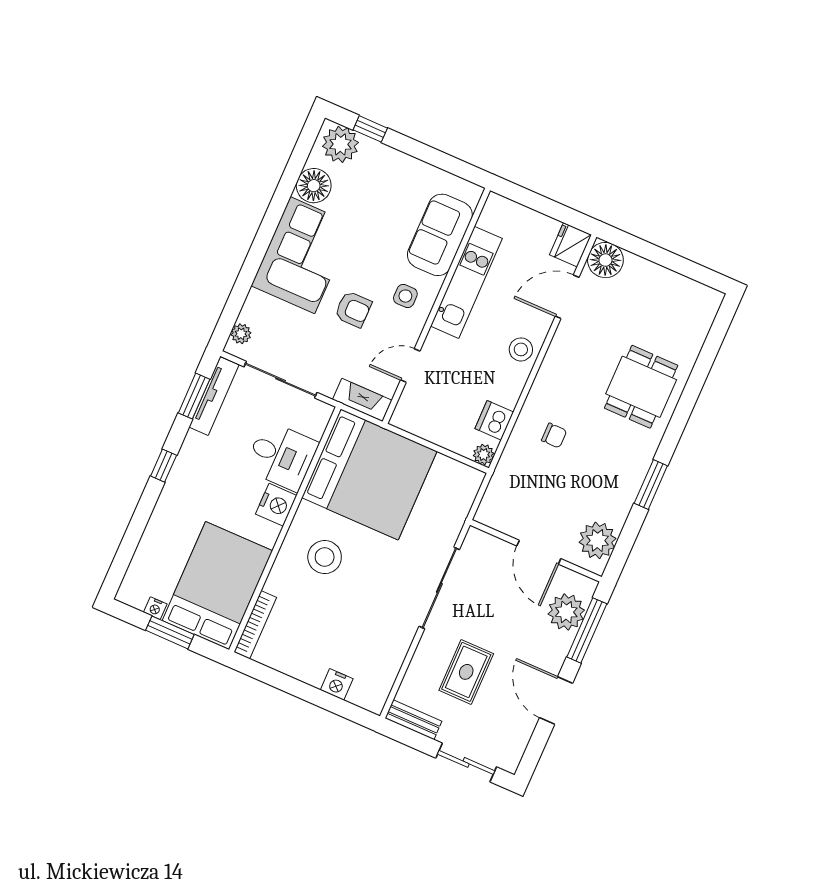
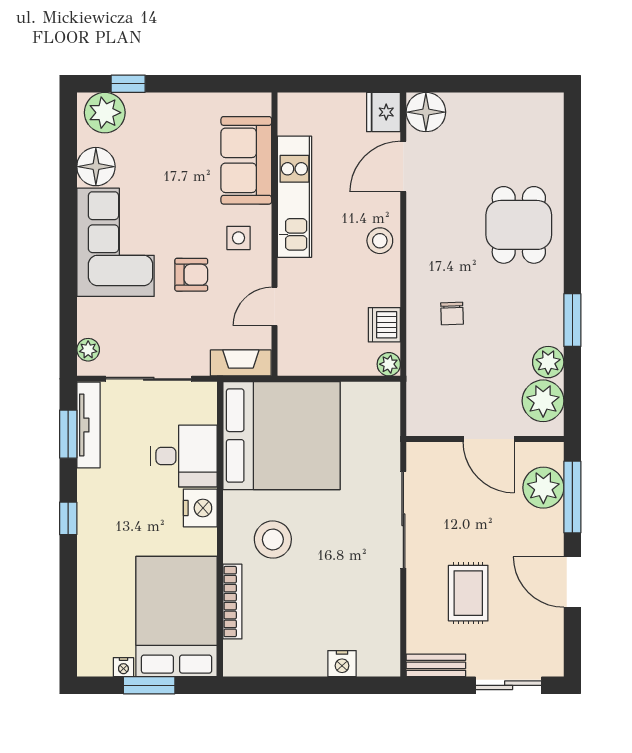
chair: (554, 436) -> (452, 313), turned 88
plant: (616, 510) -> (548, 362), added
bookcase: (255, 625) -> (232, 602), moved

